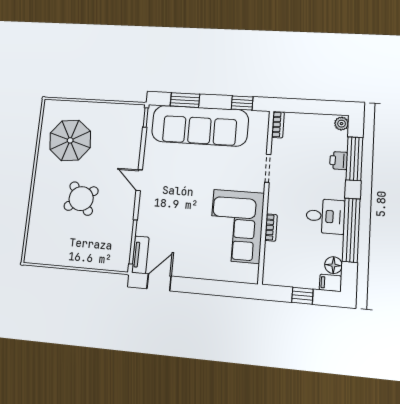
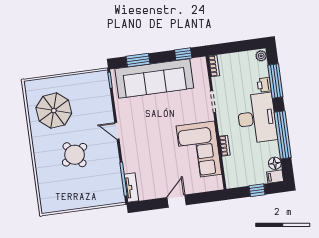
desk: (325, 216) -> (257, 118), width x1.87, depth x1.30
door: (159, 282) -> (177, 201), moved

